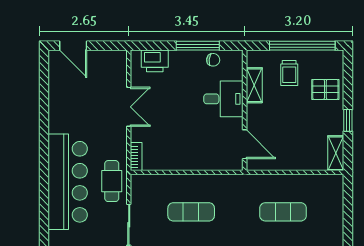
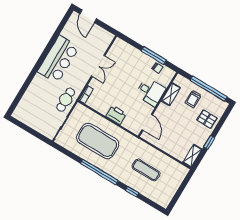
printer: (155, 61) -> (116, 115), moved, turned 180
bar counter: (68, 182) -> (58, 59), moved, width x0.73
exercise mat: (191, 212) -> (98, 141), width x2.00, depth x1.45

